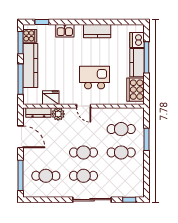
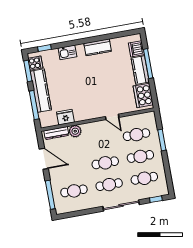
kitchen island: (95, 78) -> (103, 91), removed
door: (84, 106) -> (112, 117), moved
cafe table: (121, 176) -> (144, 178), added

